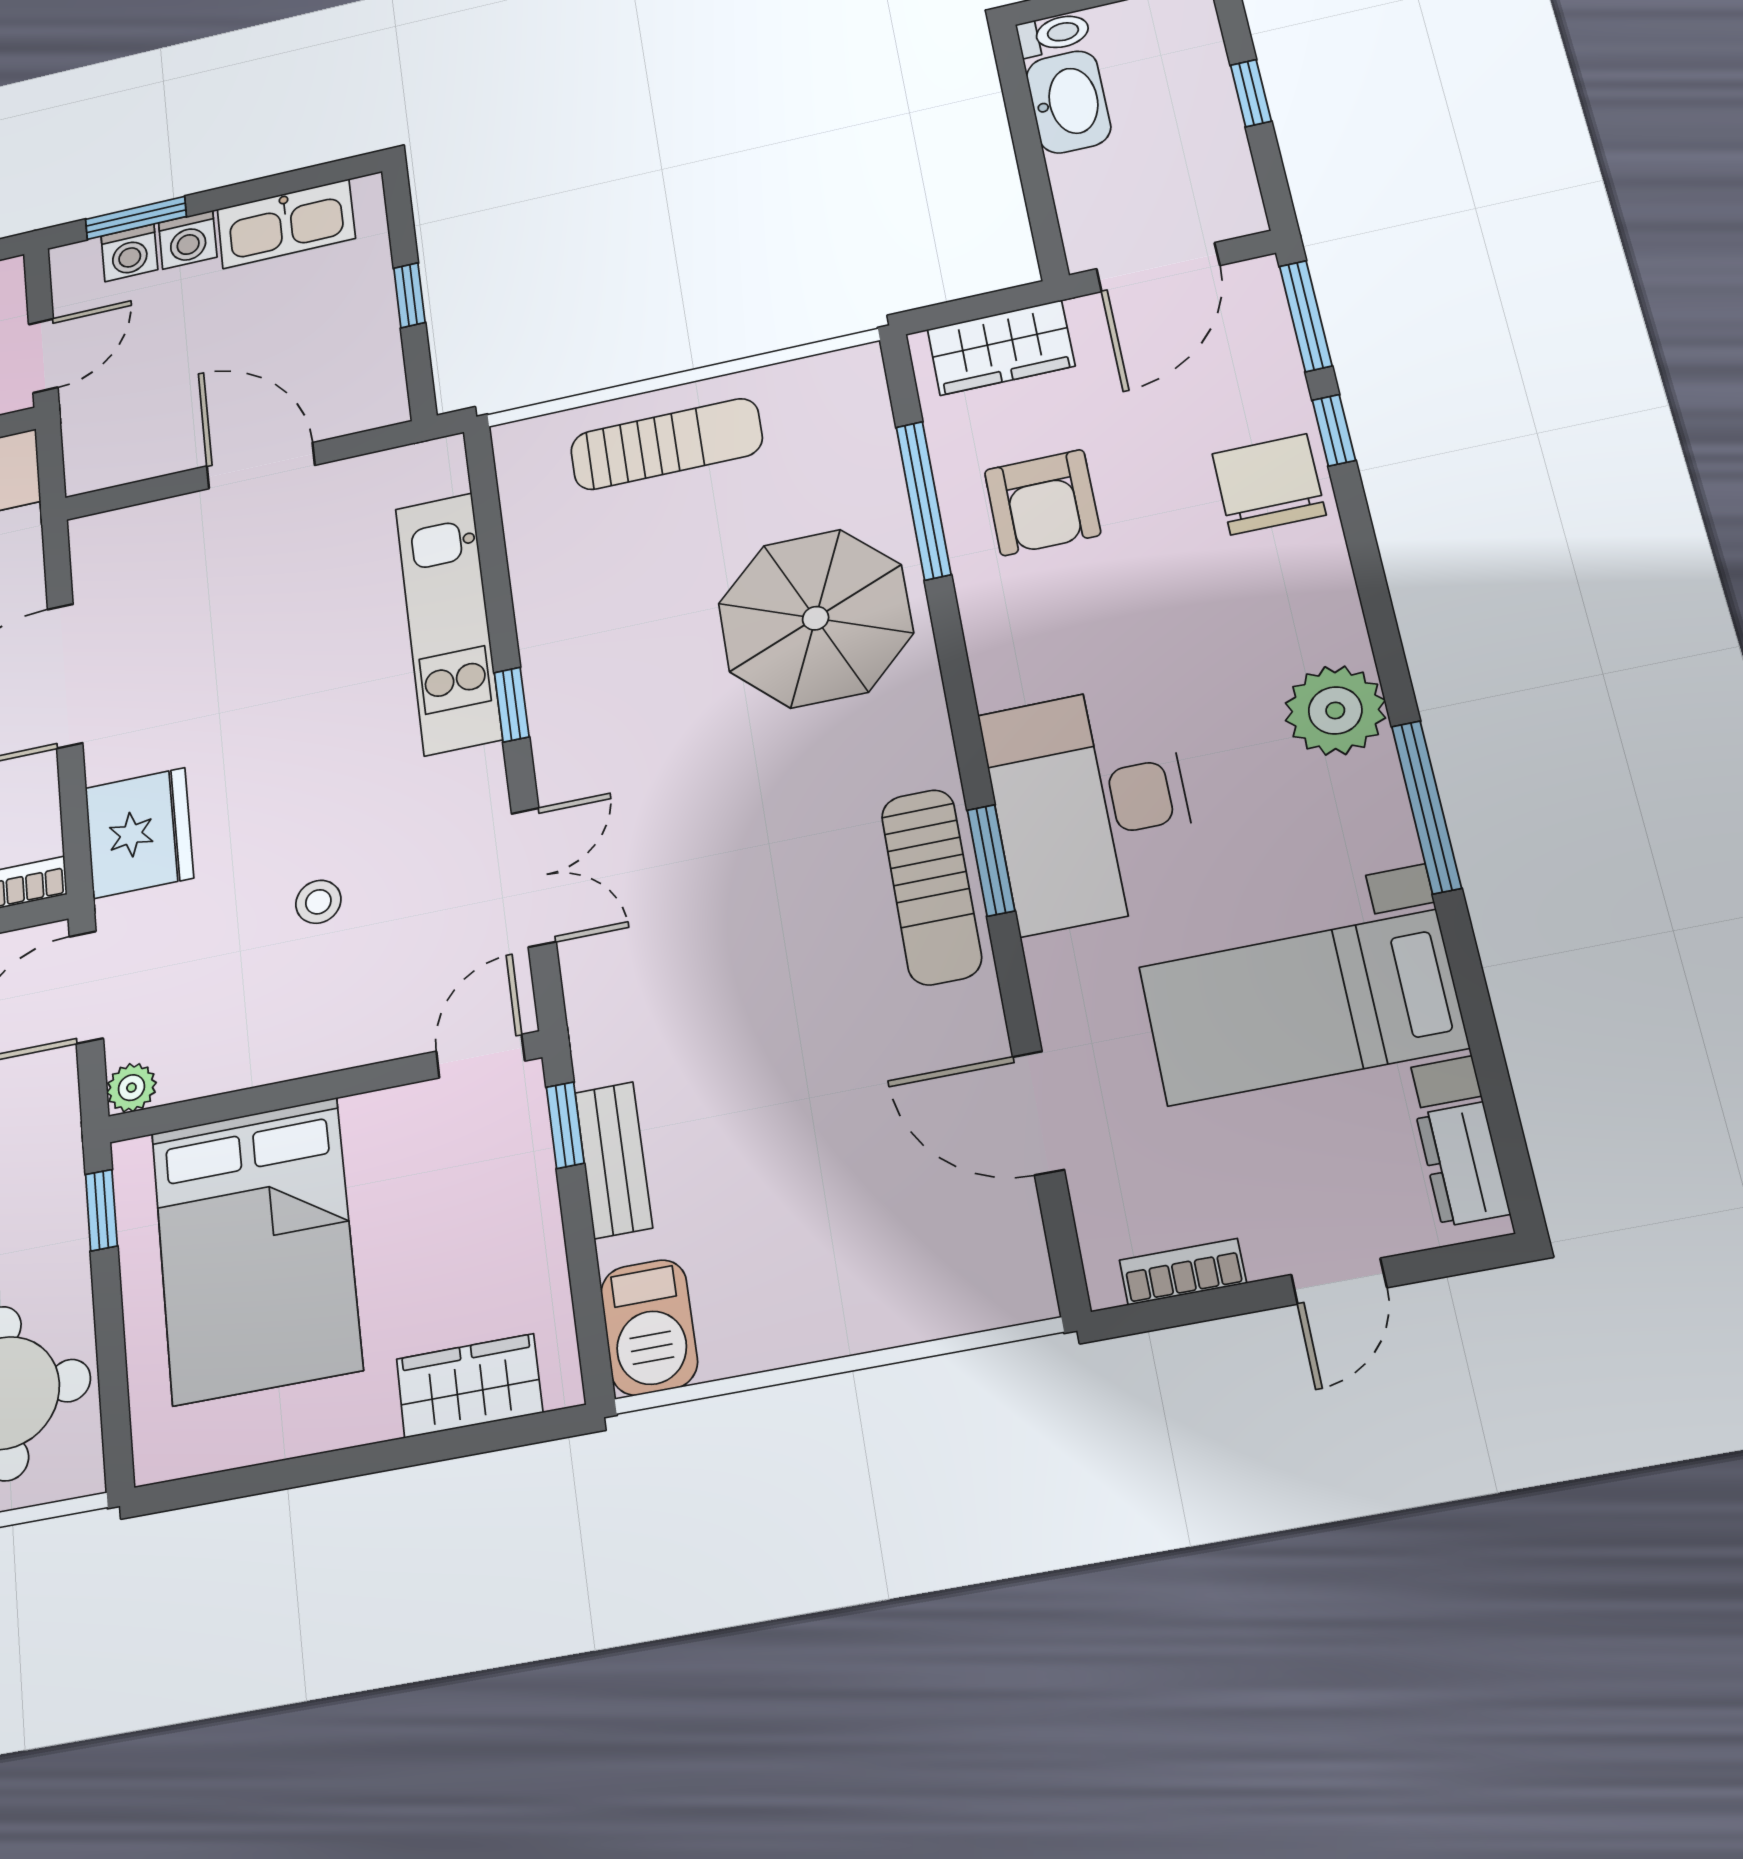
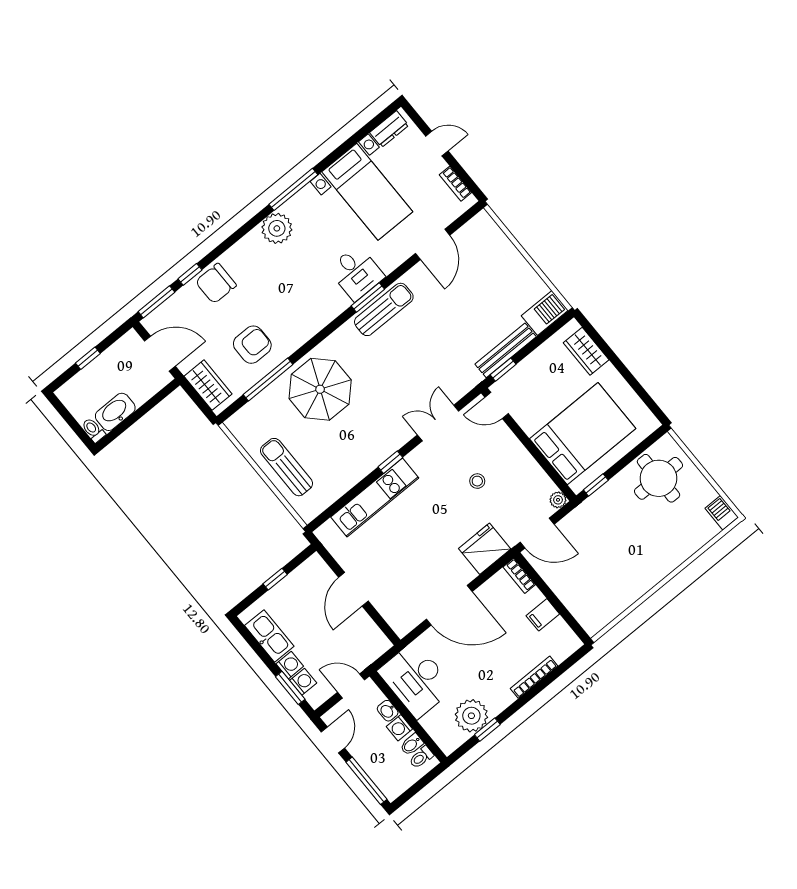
desk: (1091, 807) -> (356, 273), width x0.53, depth x0.77
bench: (614, 1160) -> (506, 350), width x1.36

